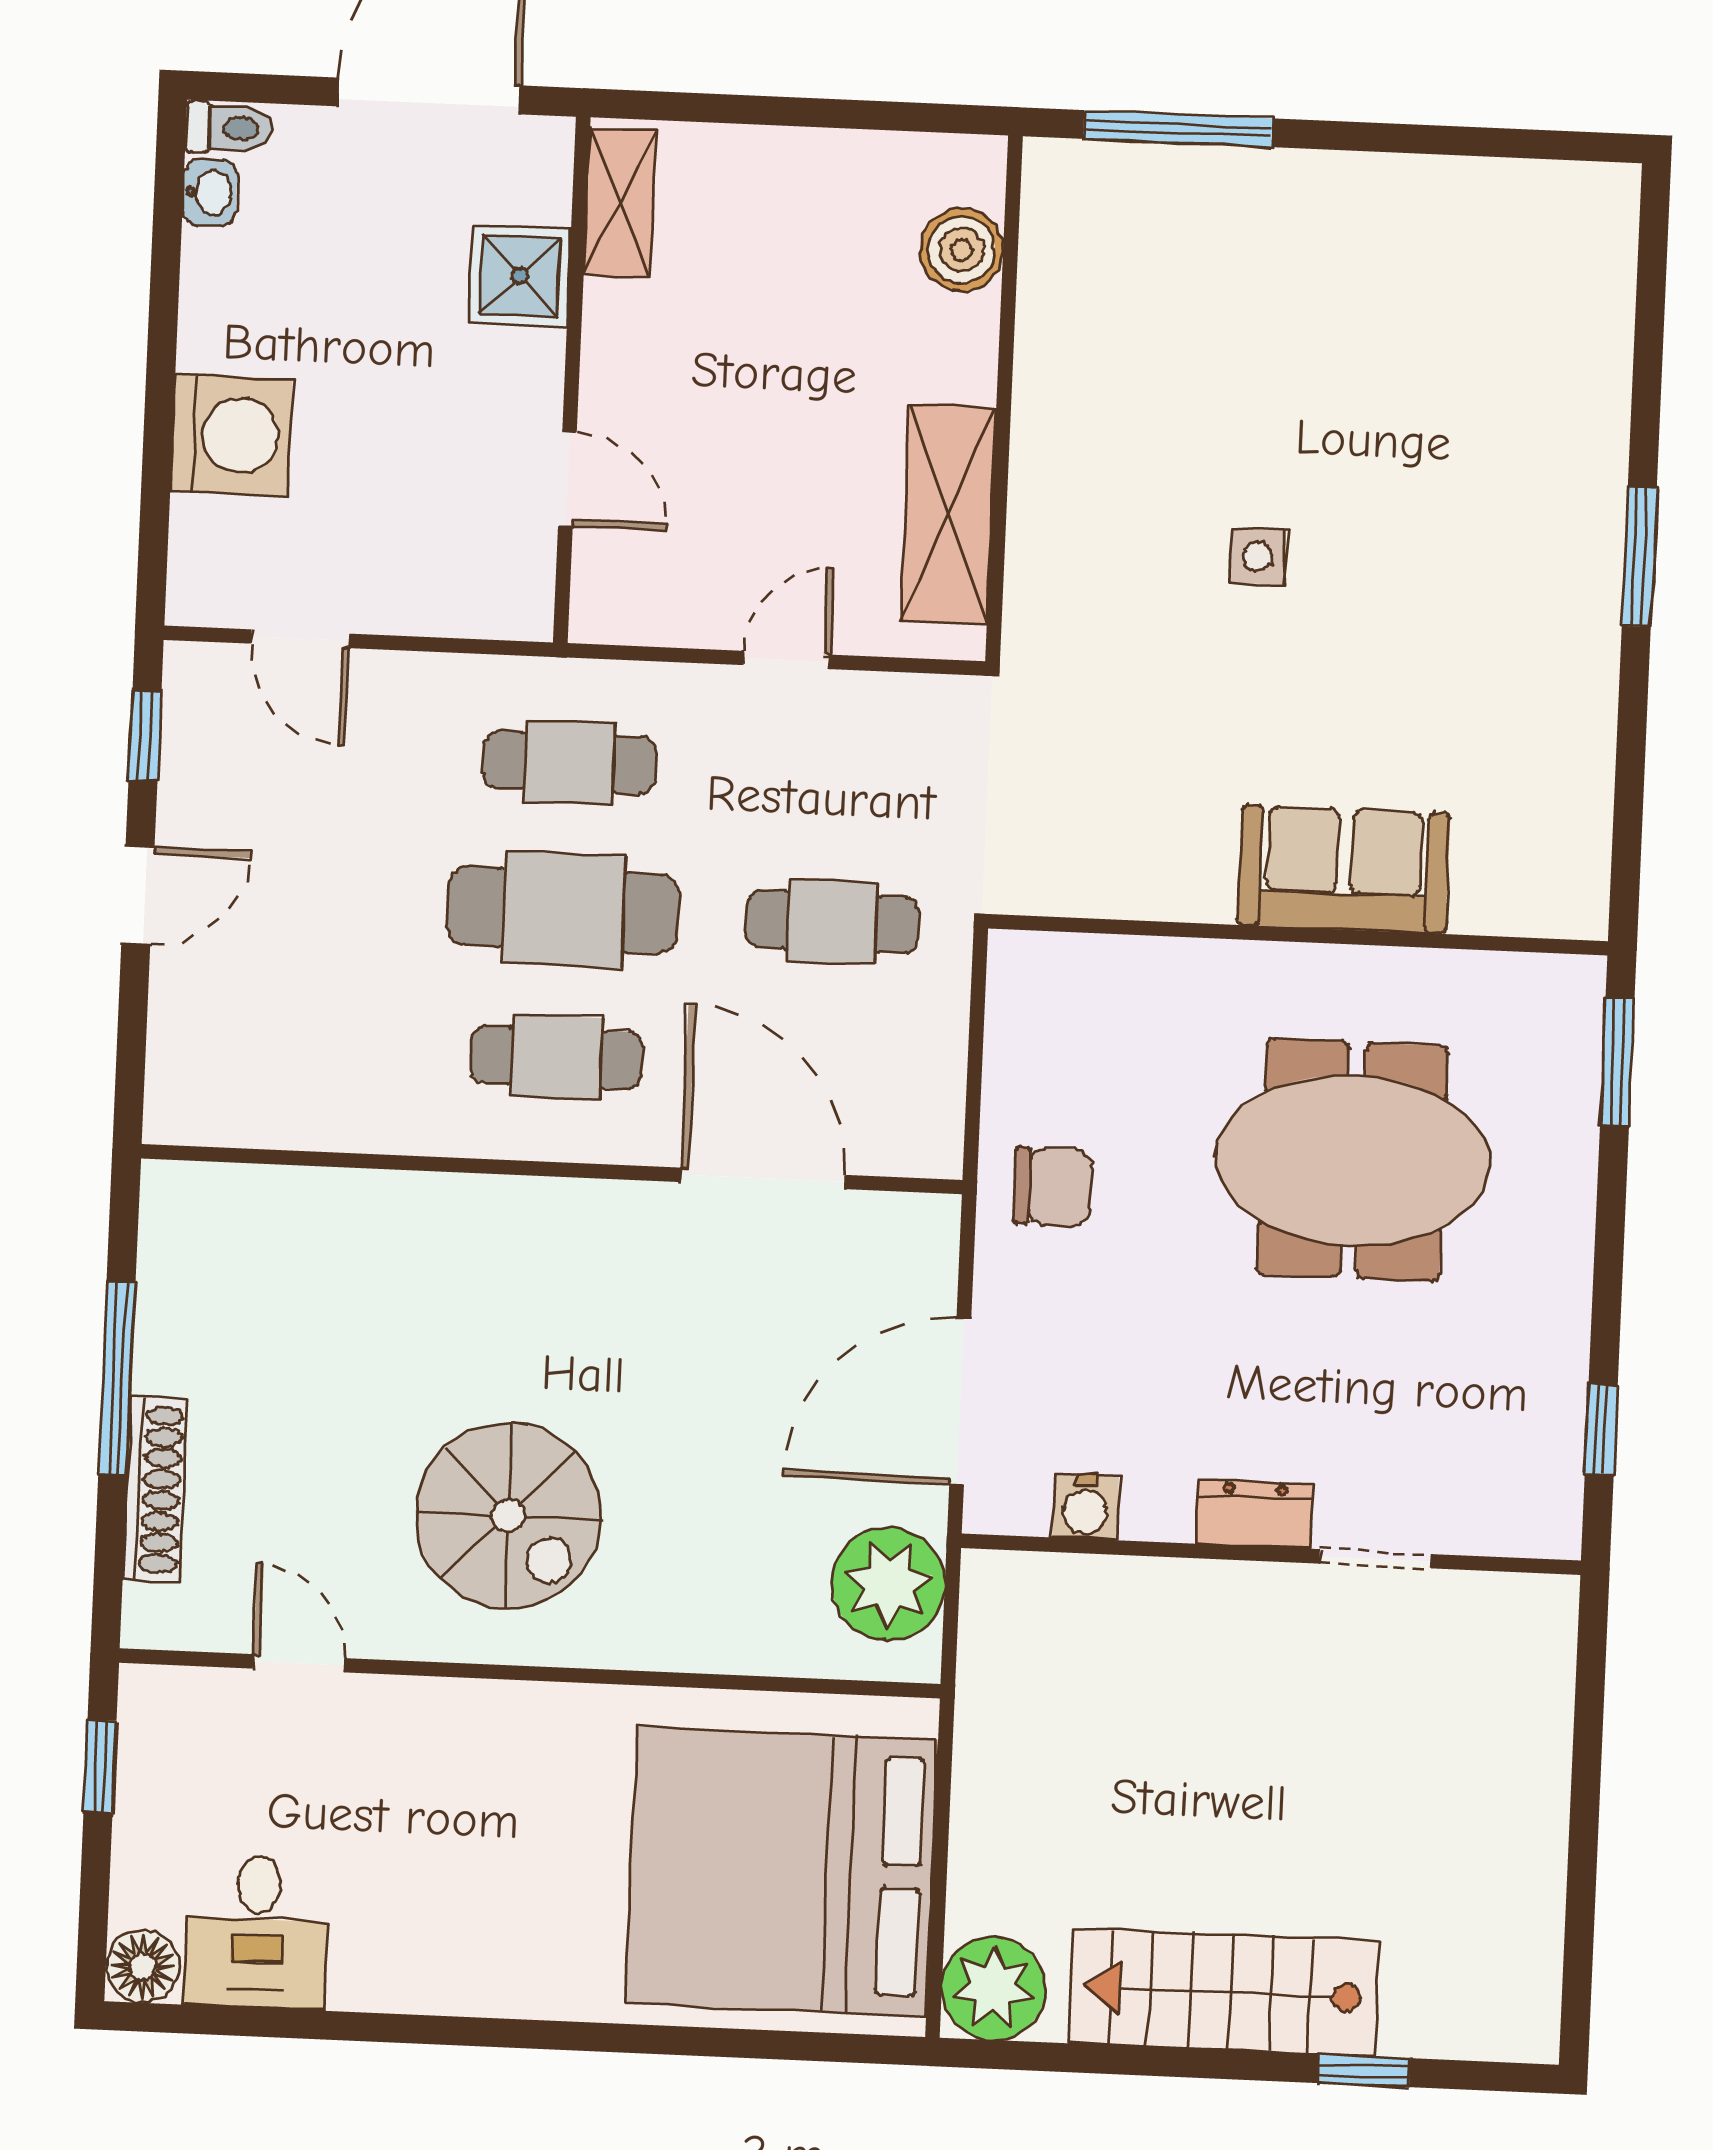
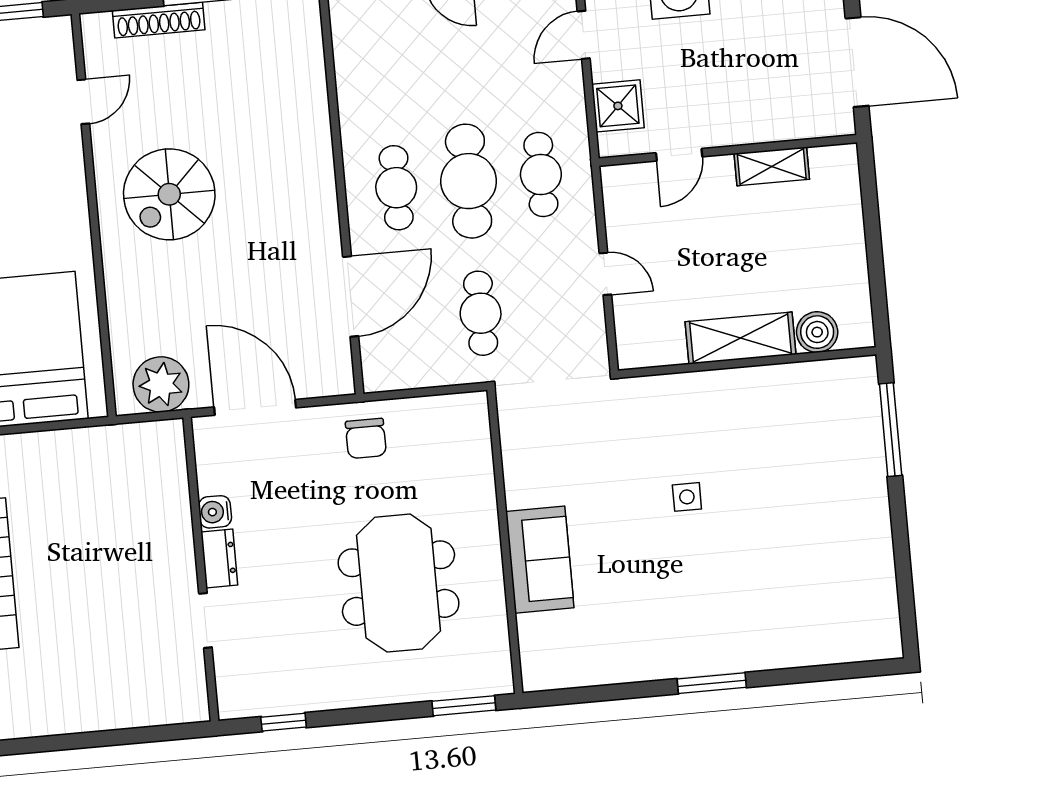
shelving: (620, 203) -> (772, 166), moved
shower: (520, 276) -> (618, 106), moved
shelving: (948, 515) -> (740, 338), moved
water cooler: (1086, 1507) -> (215, 512), moved

